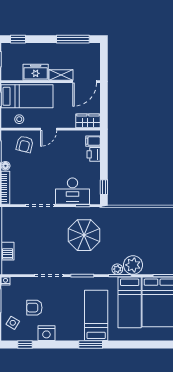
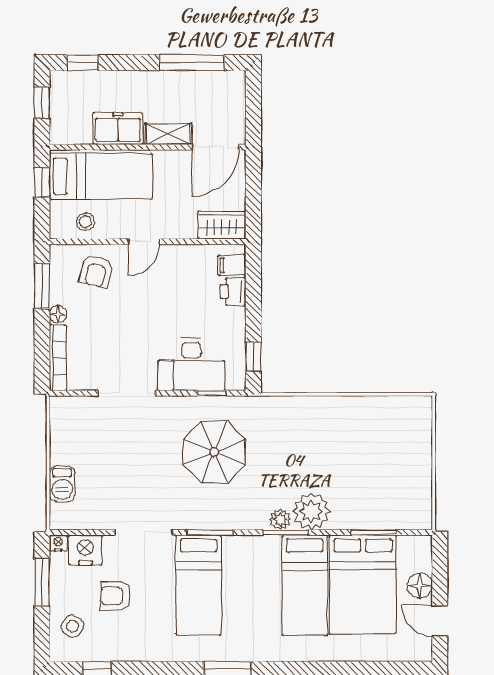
bed: (96, 315) -> (199, 585), moved, turned 180
nightstand: (46, 333) -> (85, 550), moved, turned 180

